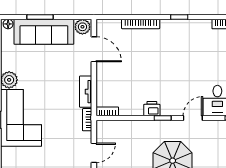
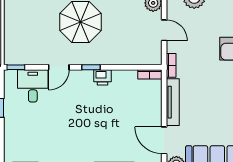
tv unit: (86, 92) -> (173, 102), width x1.41
door: (94, 153) -> (164, 30), swing flipped

